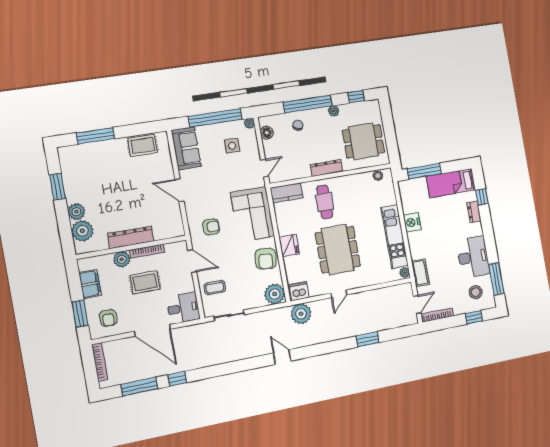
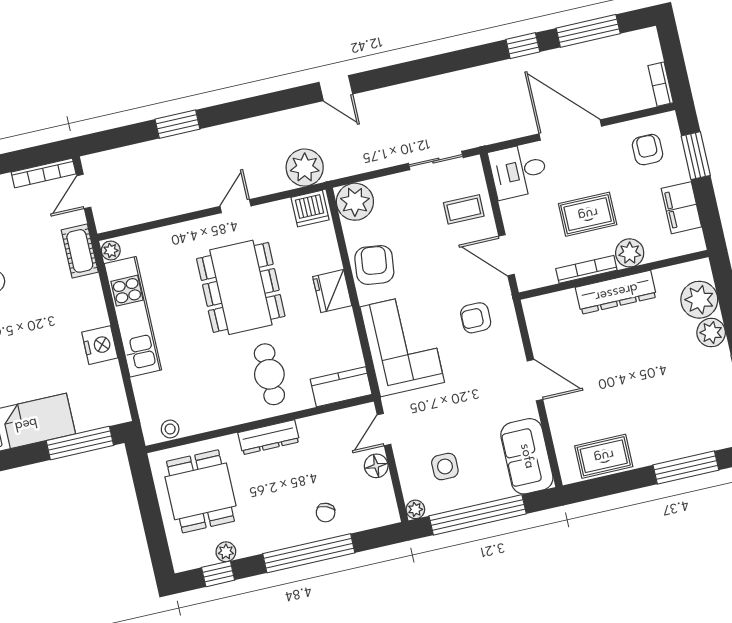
plant: (334, 111) -> (226, 552), moved
floor lamp: (267, 133) -> (376, 466), moved
dining table: (363, 141) -> (200, 491), turned 90
bookcase: (100, 362) -> (661, 84), width x0.64

